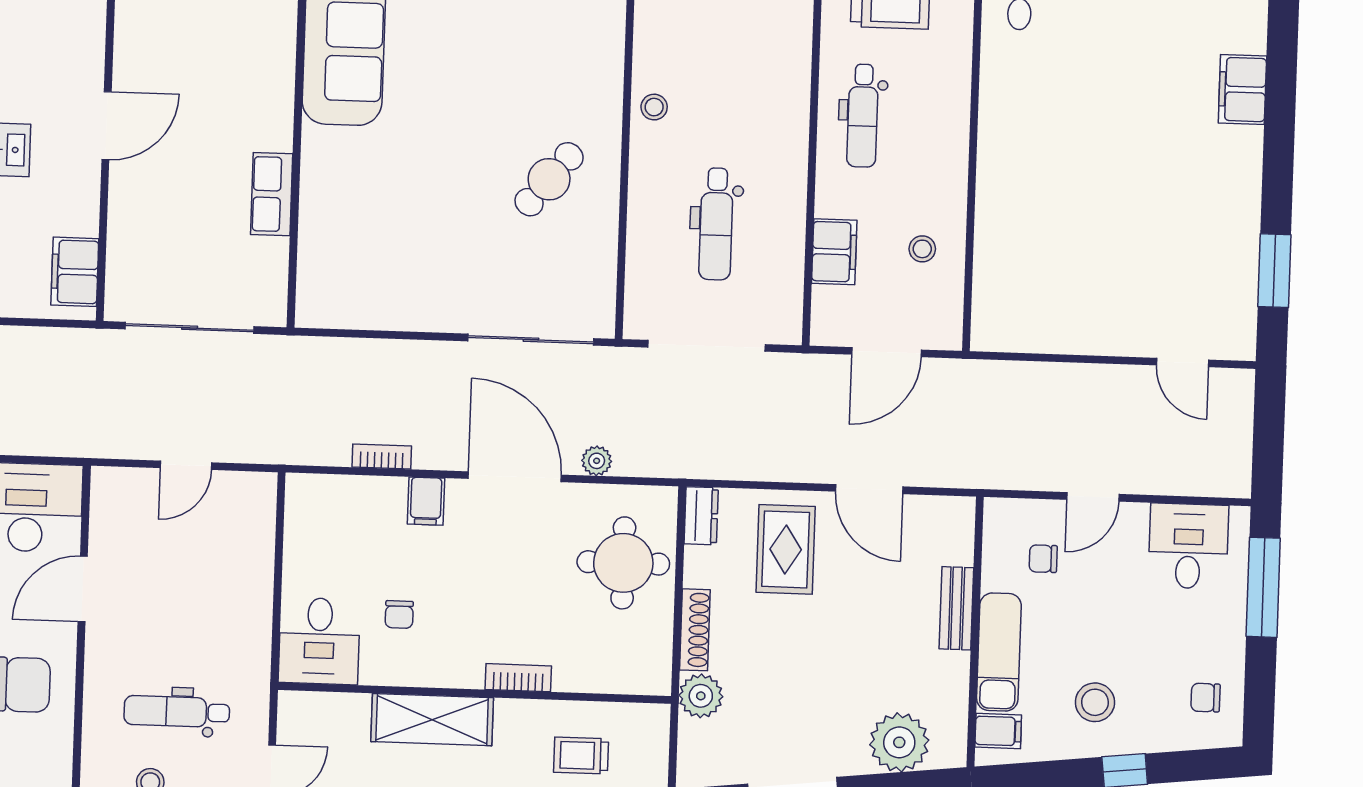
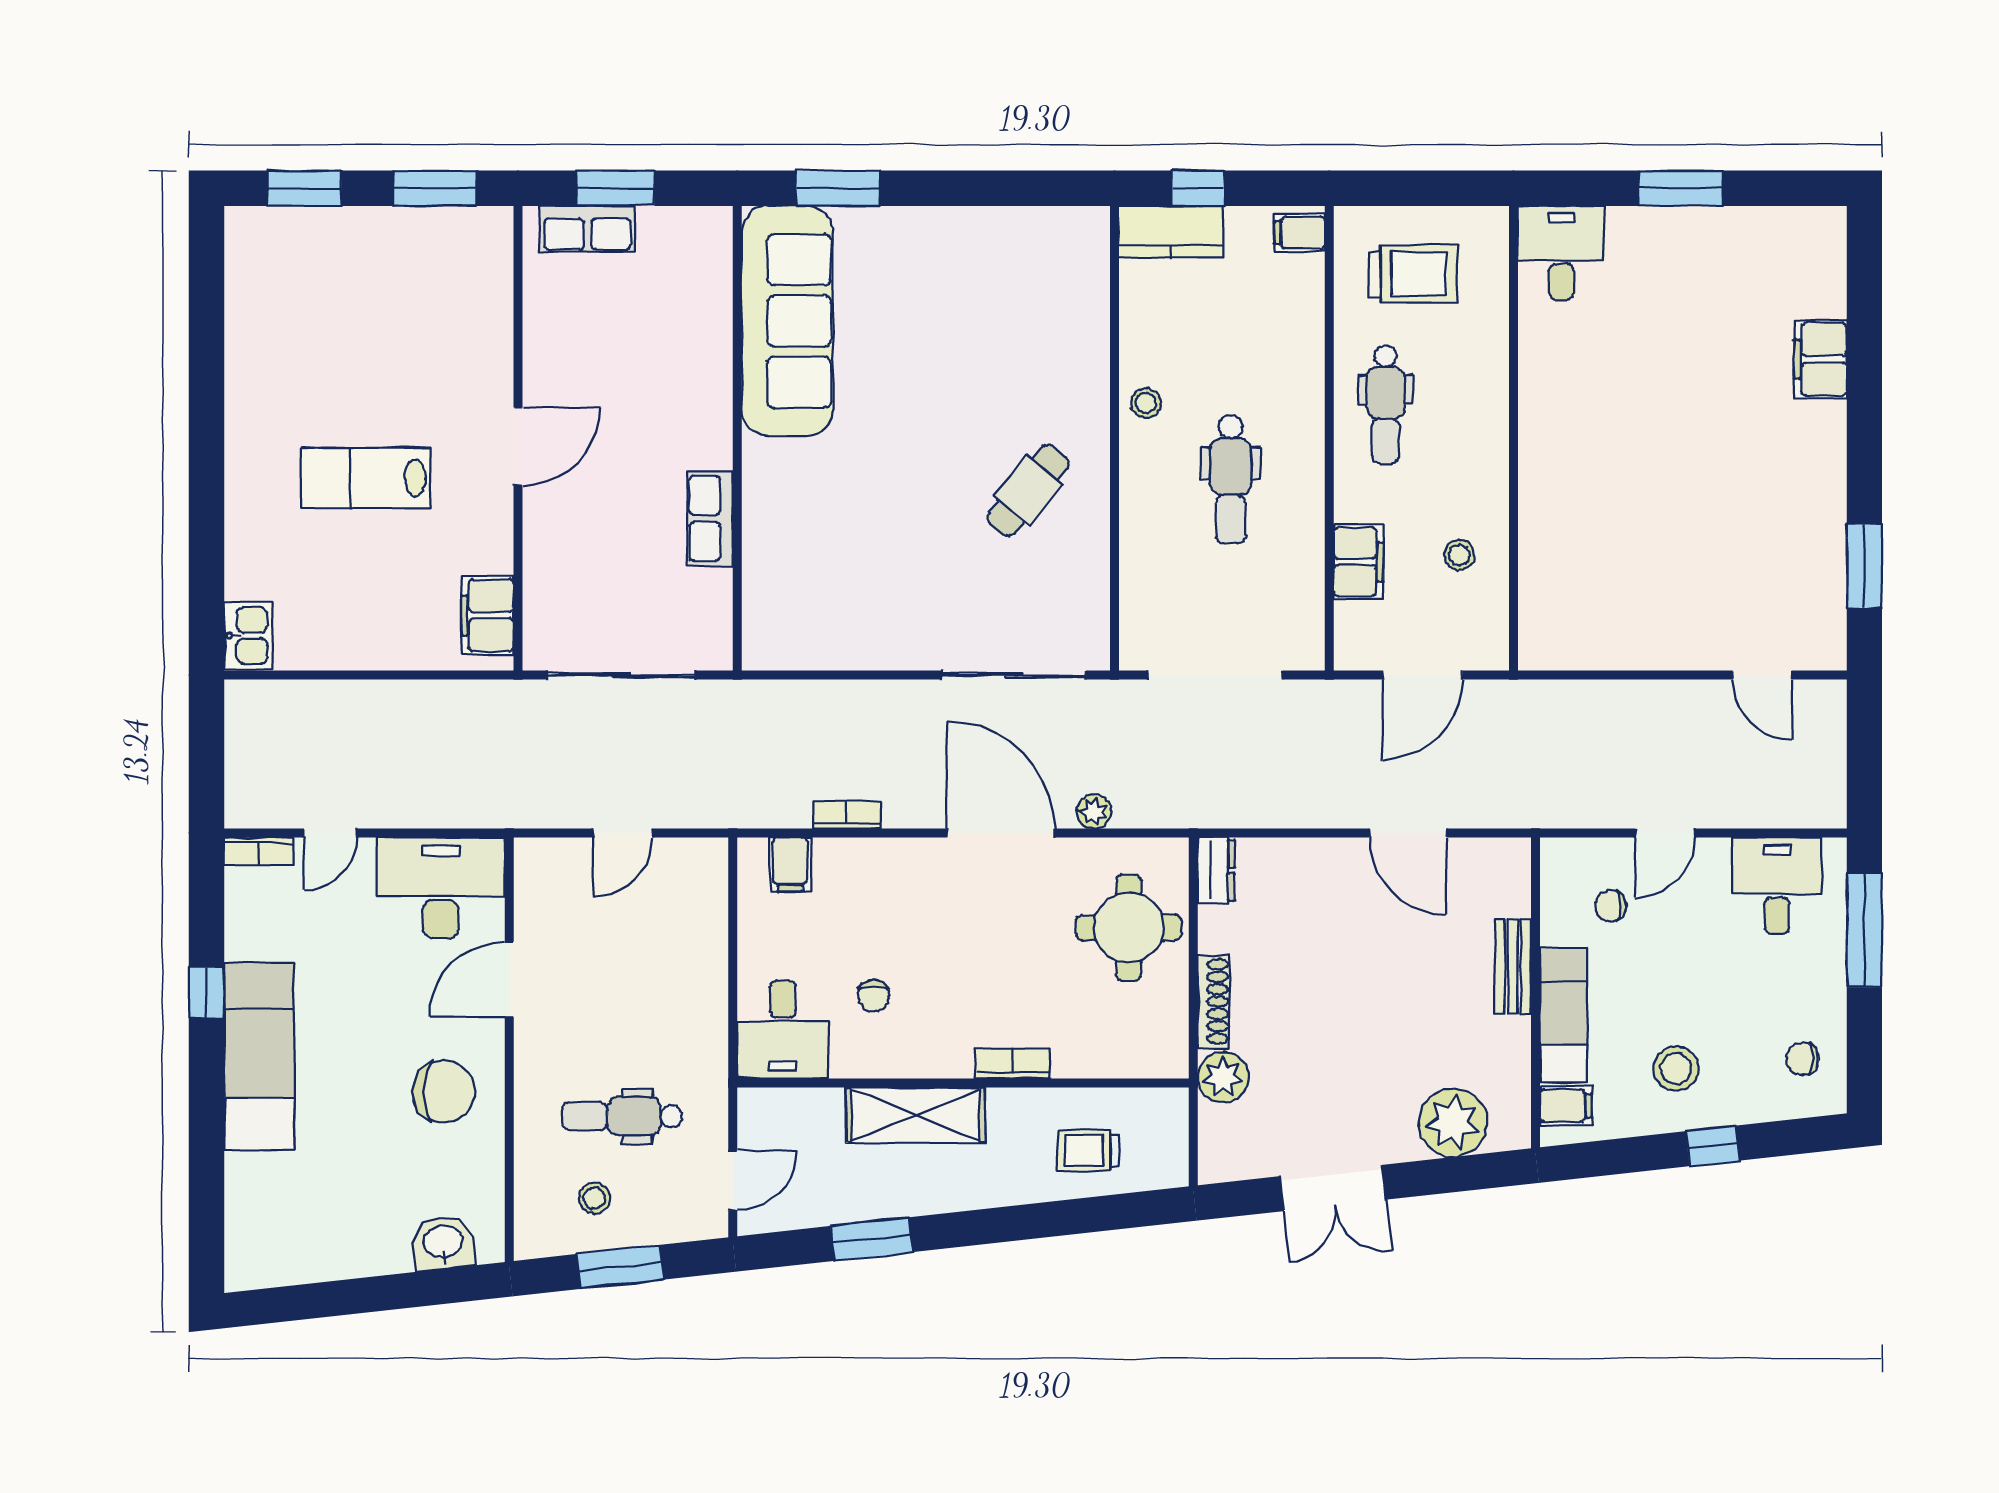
dental chair: (716, 224) -> (1231, 479), moved
filing cabinet: (426, 501) -> (790, 865), moved
rug: (786, 549) -> (1315, 906), removed

